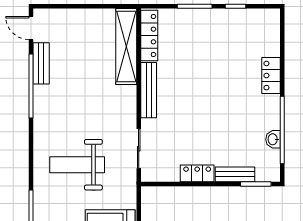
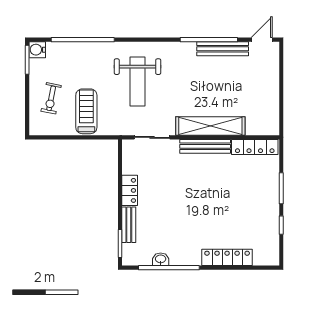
shelving: (126, 47) -> (210, 126), moved
bench: (41, 63) -> (223, 49), width x1.36
locker: (271, 76) -> (227, 257), width x1.53
weight bench: (77, 165) -> (137, 81), turned 180

